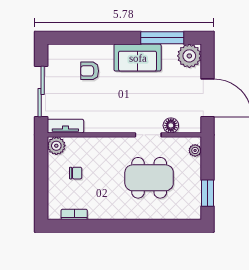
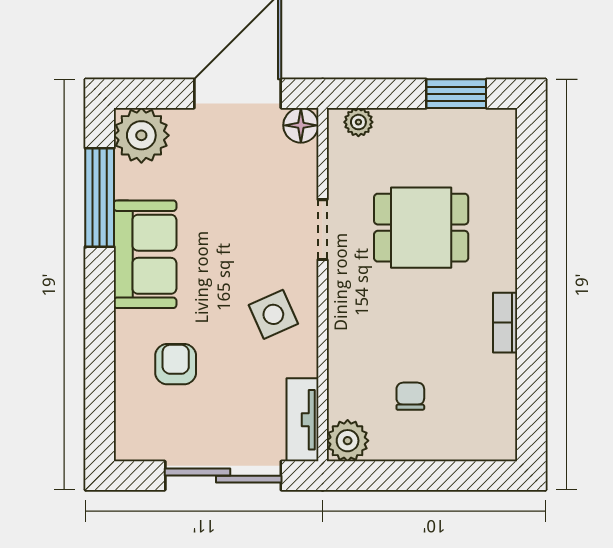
armchair: (90, 71) -> (176, 364), turned 180
side table: (111, 113) -> (273, 314), added
floor lamp: (171, 125) -> (301, 125), moved
dining table: (149, 178) -> (421, 228), width x0.73
bookcase: (74, 214) -> (505, 323), moved

